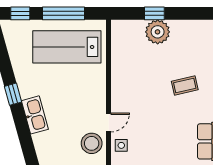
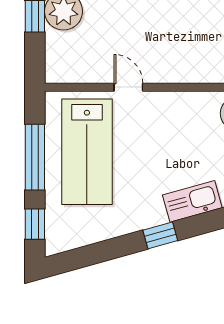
door: (109, 122) -> (128, 87), moved

